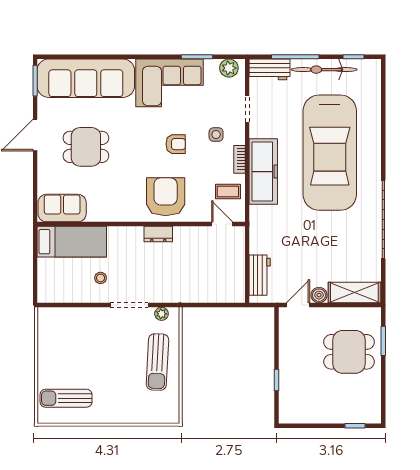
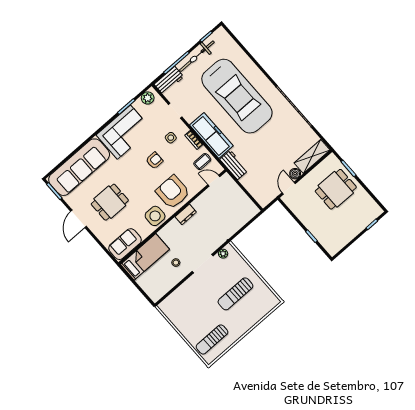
side table: (123, 206) -> (155, 216), added
workbench: (260, 275) -> (234, 165), moved
sun lounger: (157, 362) -> (235, 294), moved, turned 87

